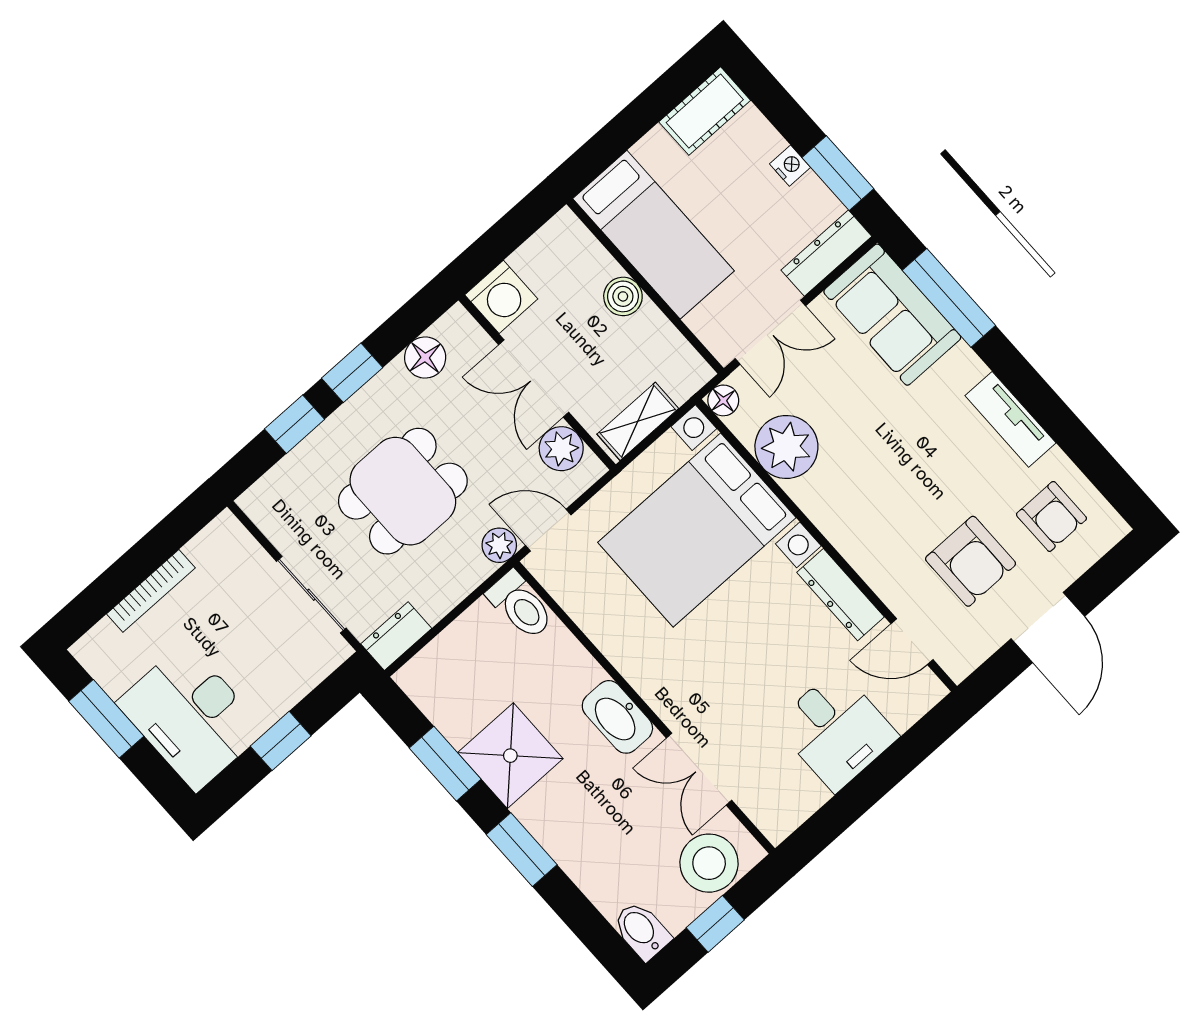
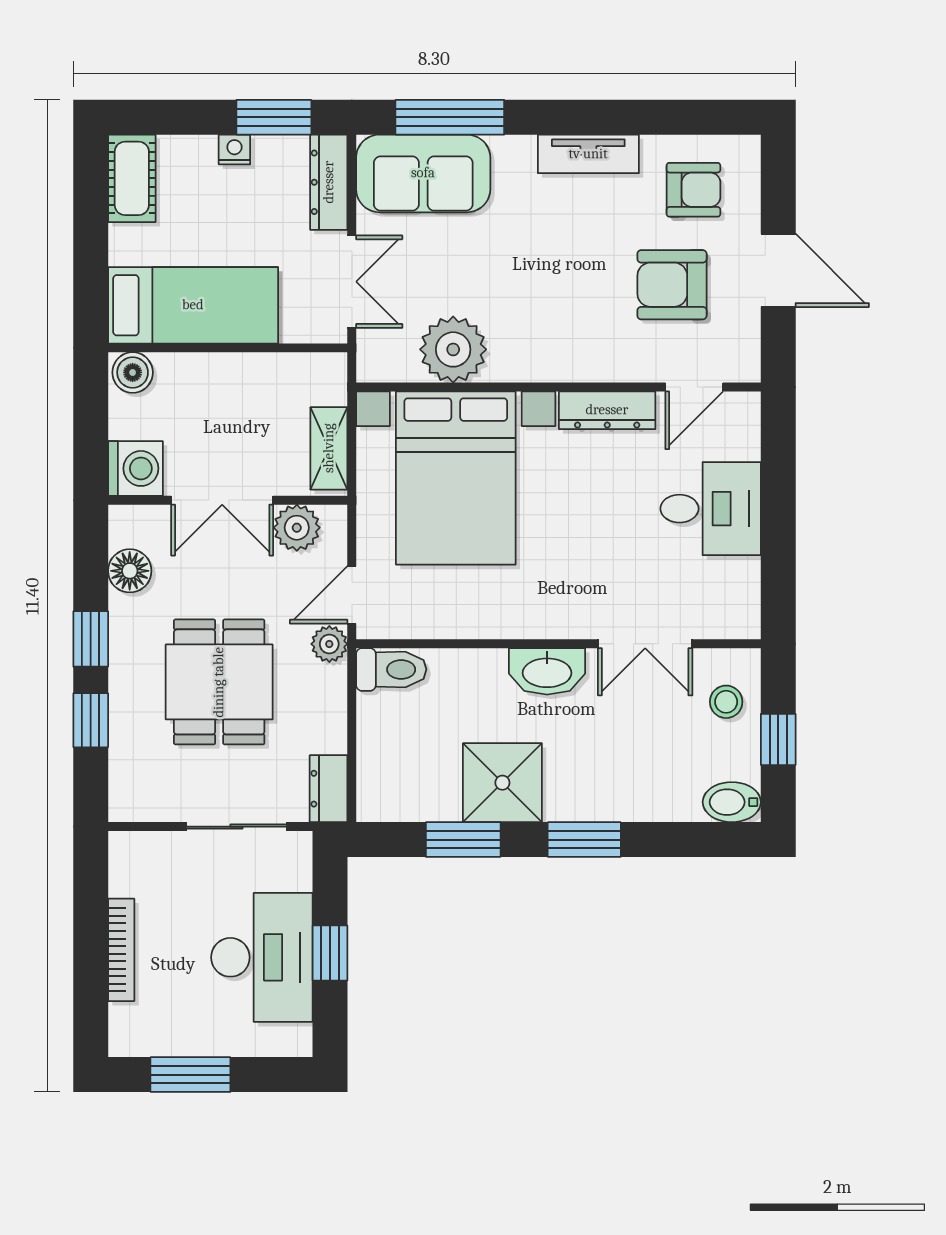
boiler: (623, 296) -> (133, 372), moved
floor lamp: (723, 400) -> (372, 366), removed
armchair: (971, 561) -> (672, 285), turned 180
desk: (191, 717) -> (262, 957), moved, turned -90
stool: (709, 863) -> (726, 702), width x0.53, depth x0.53

